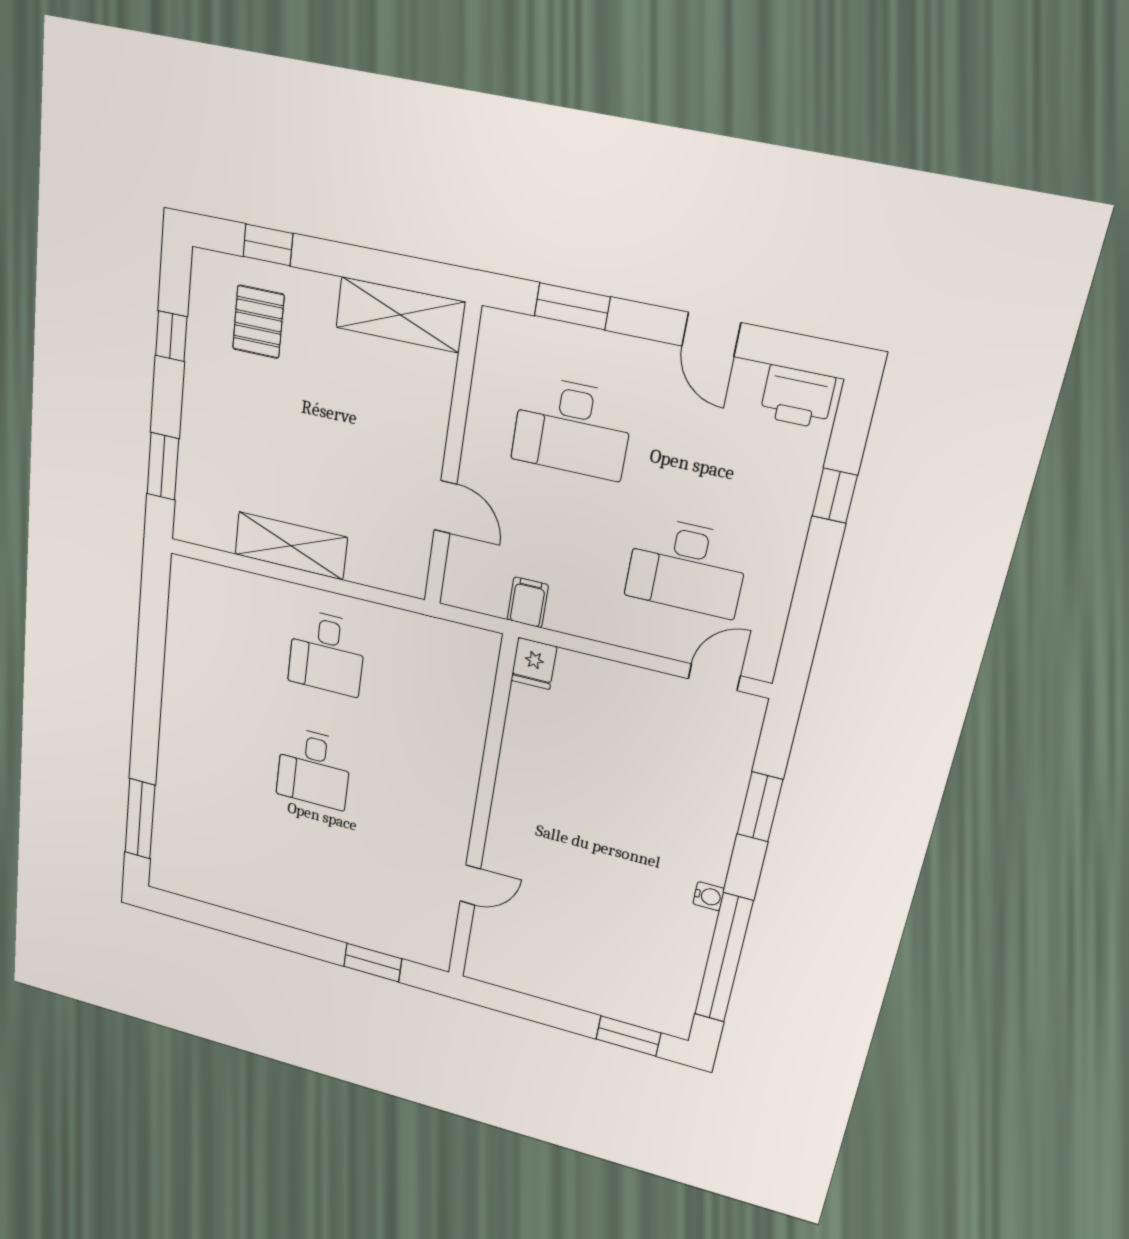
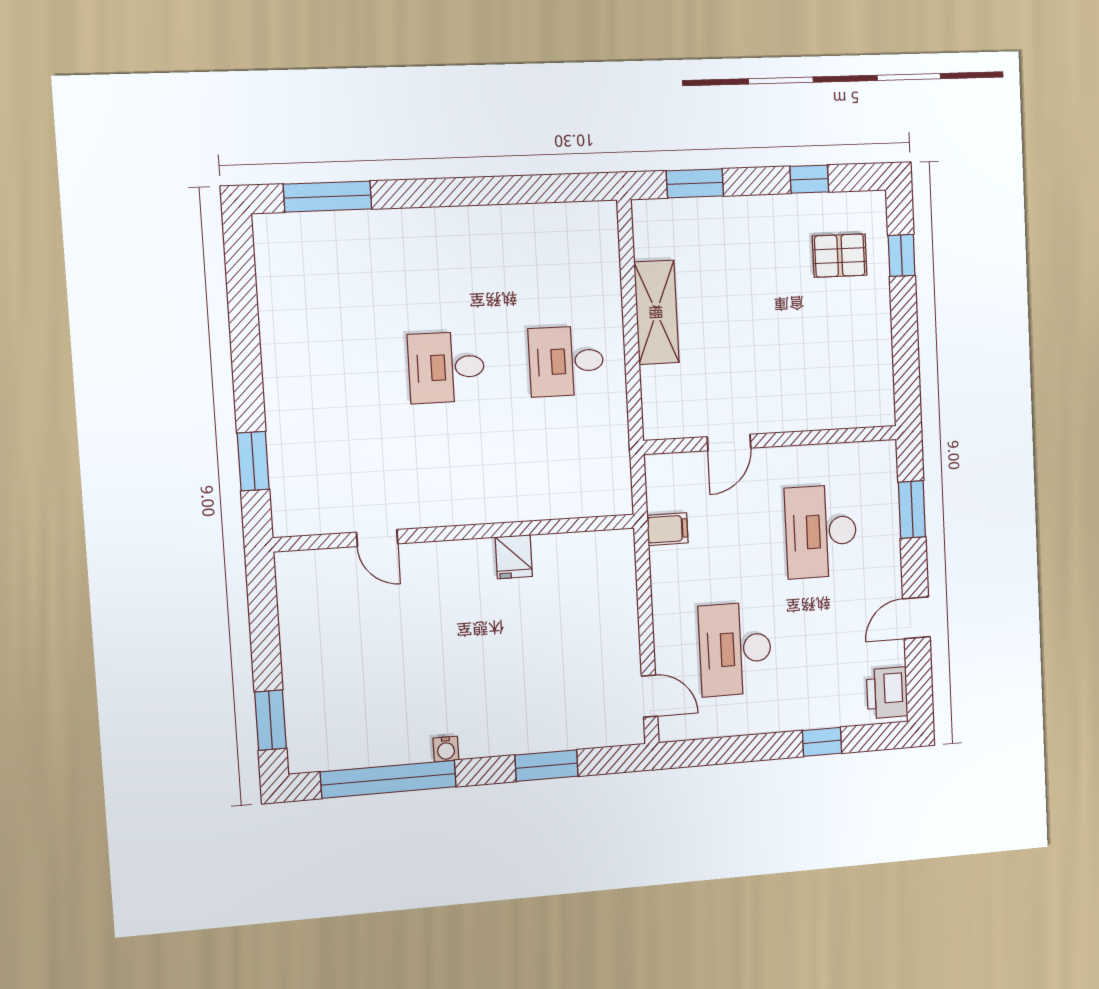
shelving: (400, 315) -> (874, 375), removed
fridge: (534, 664) -> (514, 557), moved, turned -90

